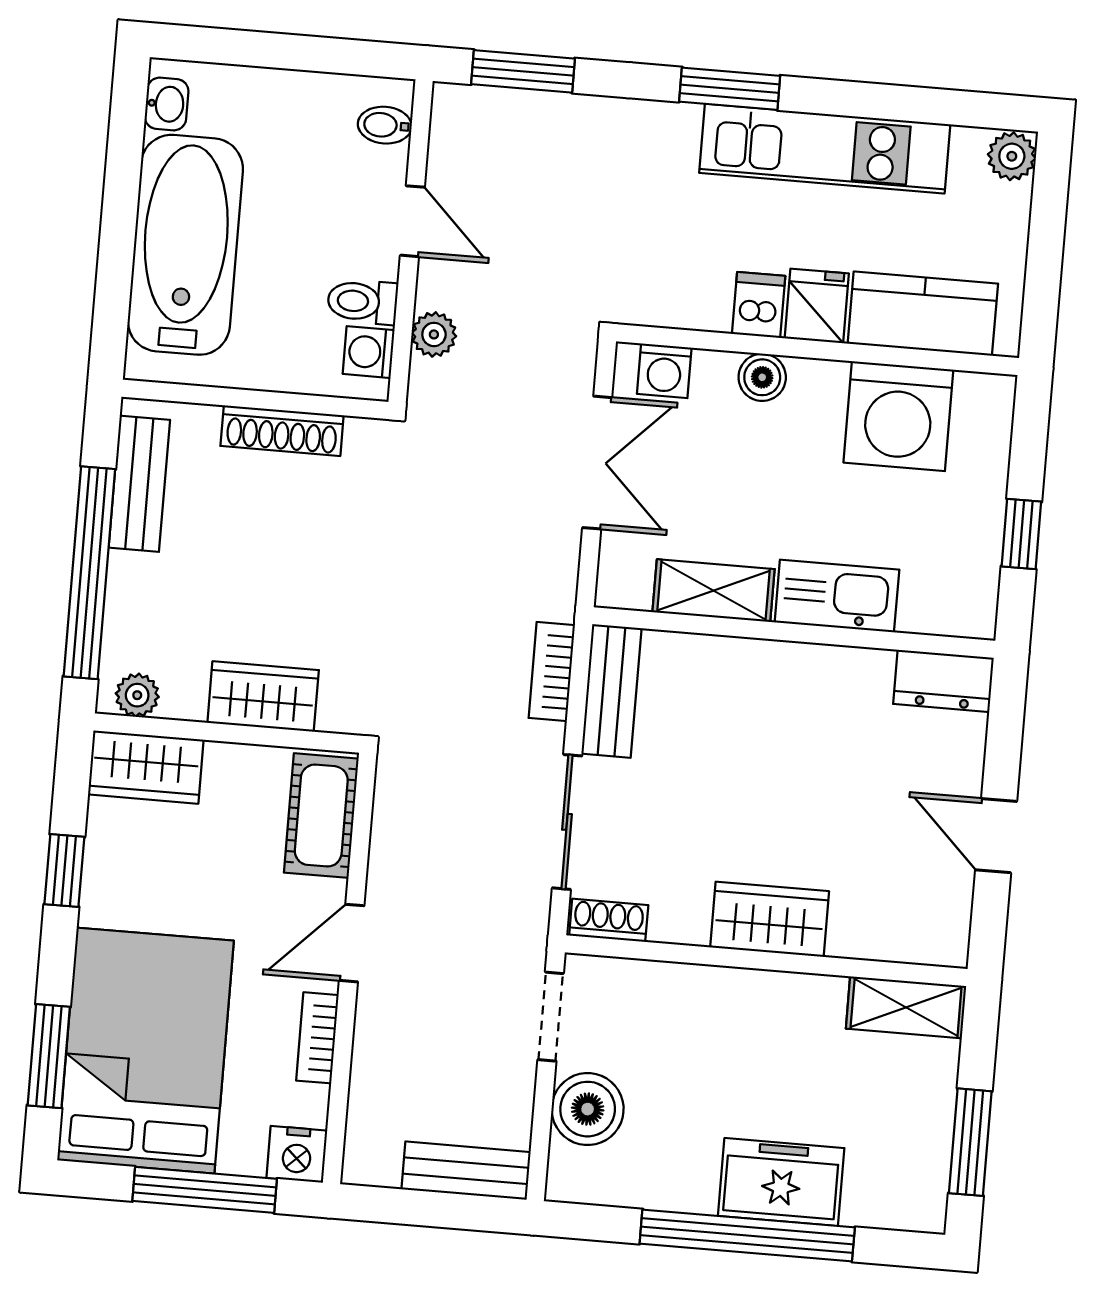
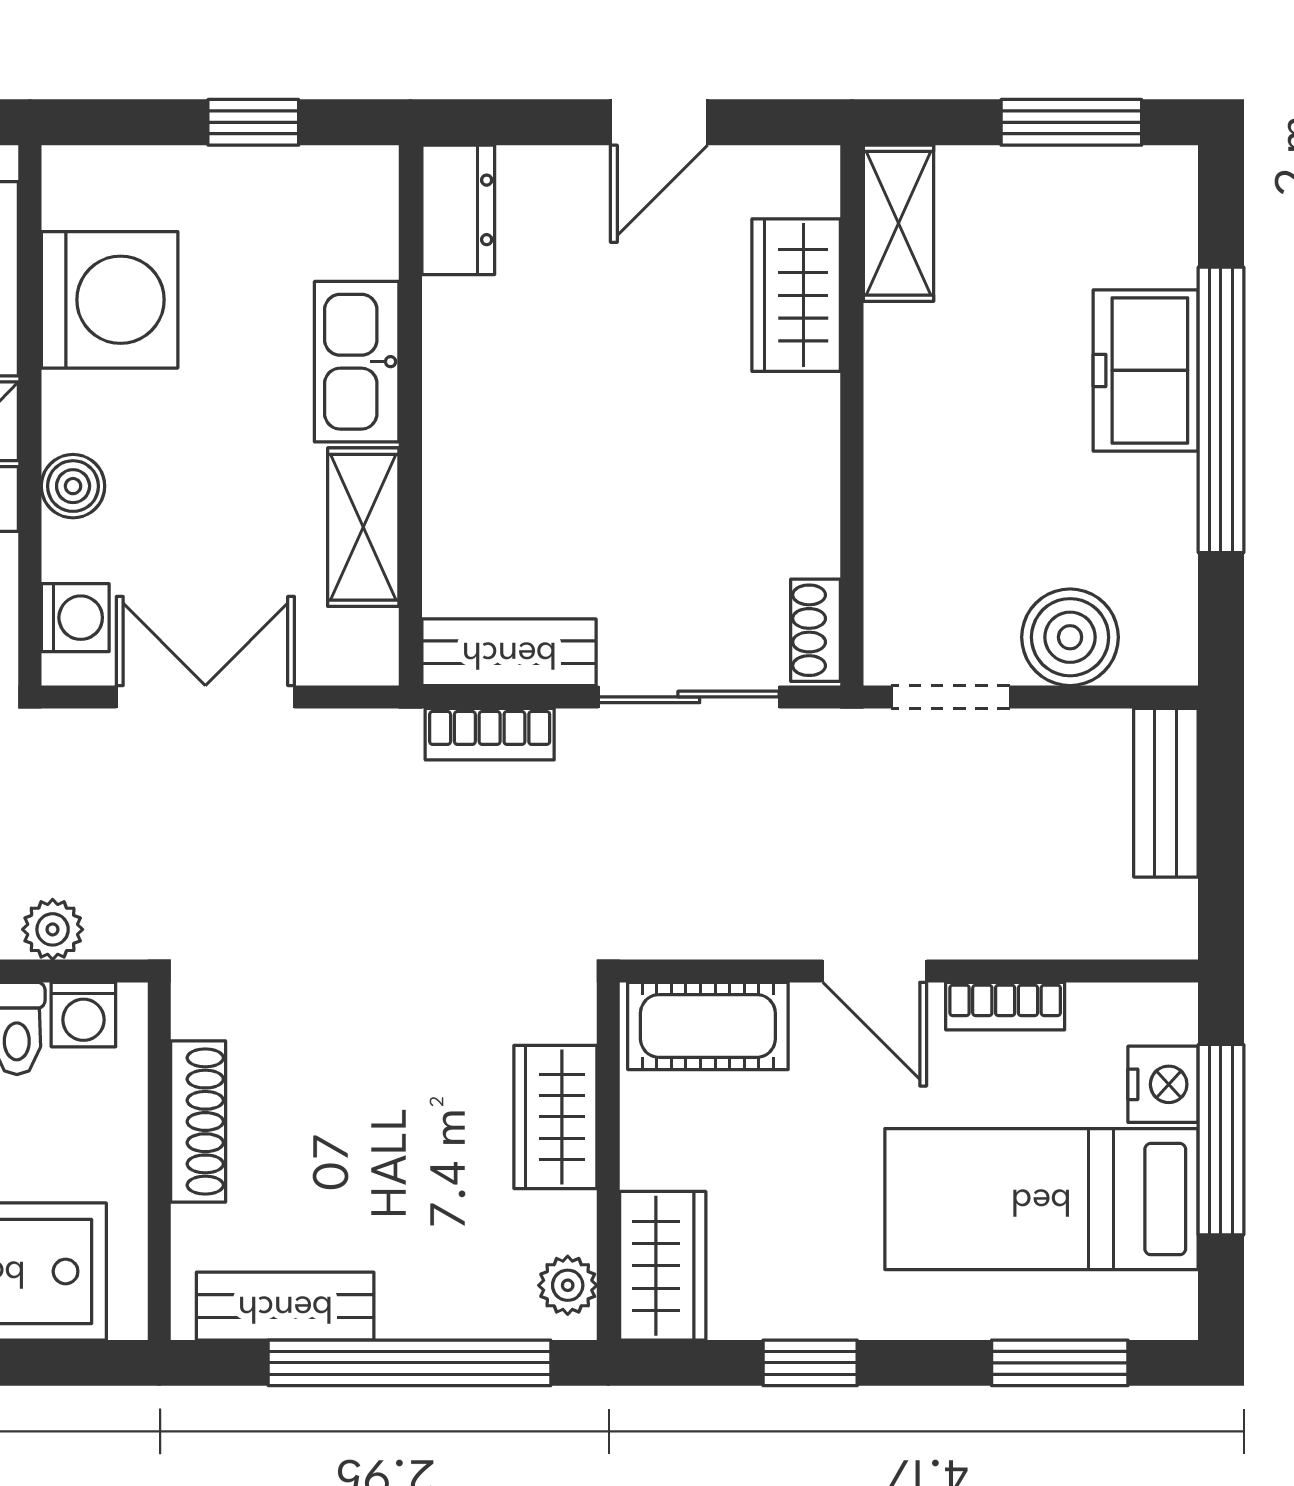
wardrobe: (770, 919) -> (796, 295), moved
bed: (145, 1051) -> (1041, 1199), width x0.67
nightstand: (297, 1154) -> (1163, 1084), moved

